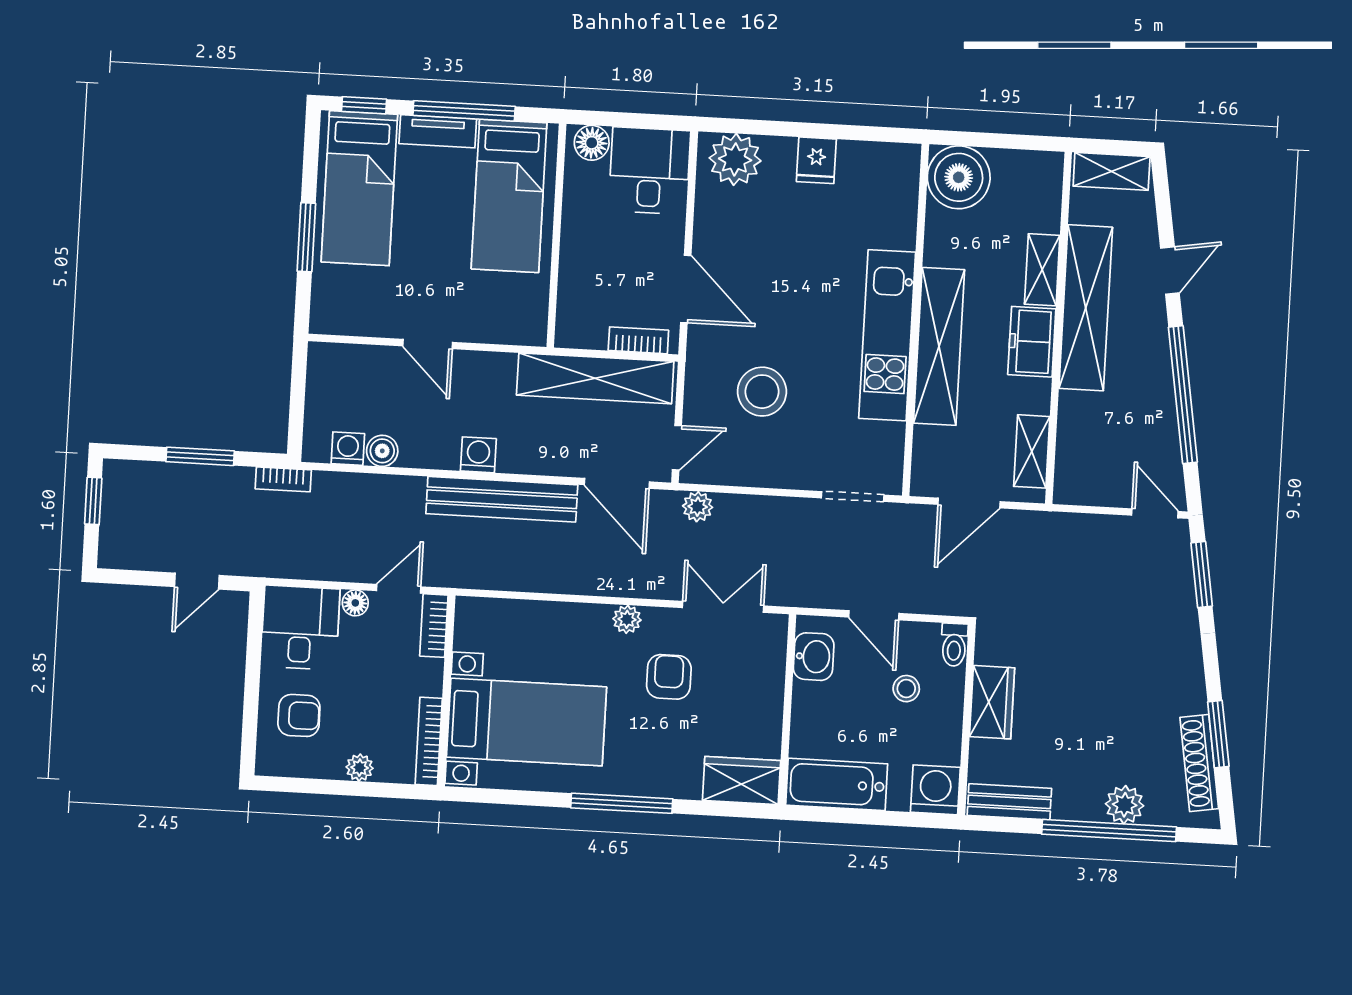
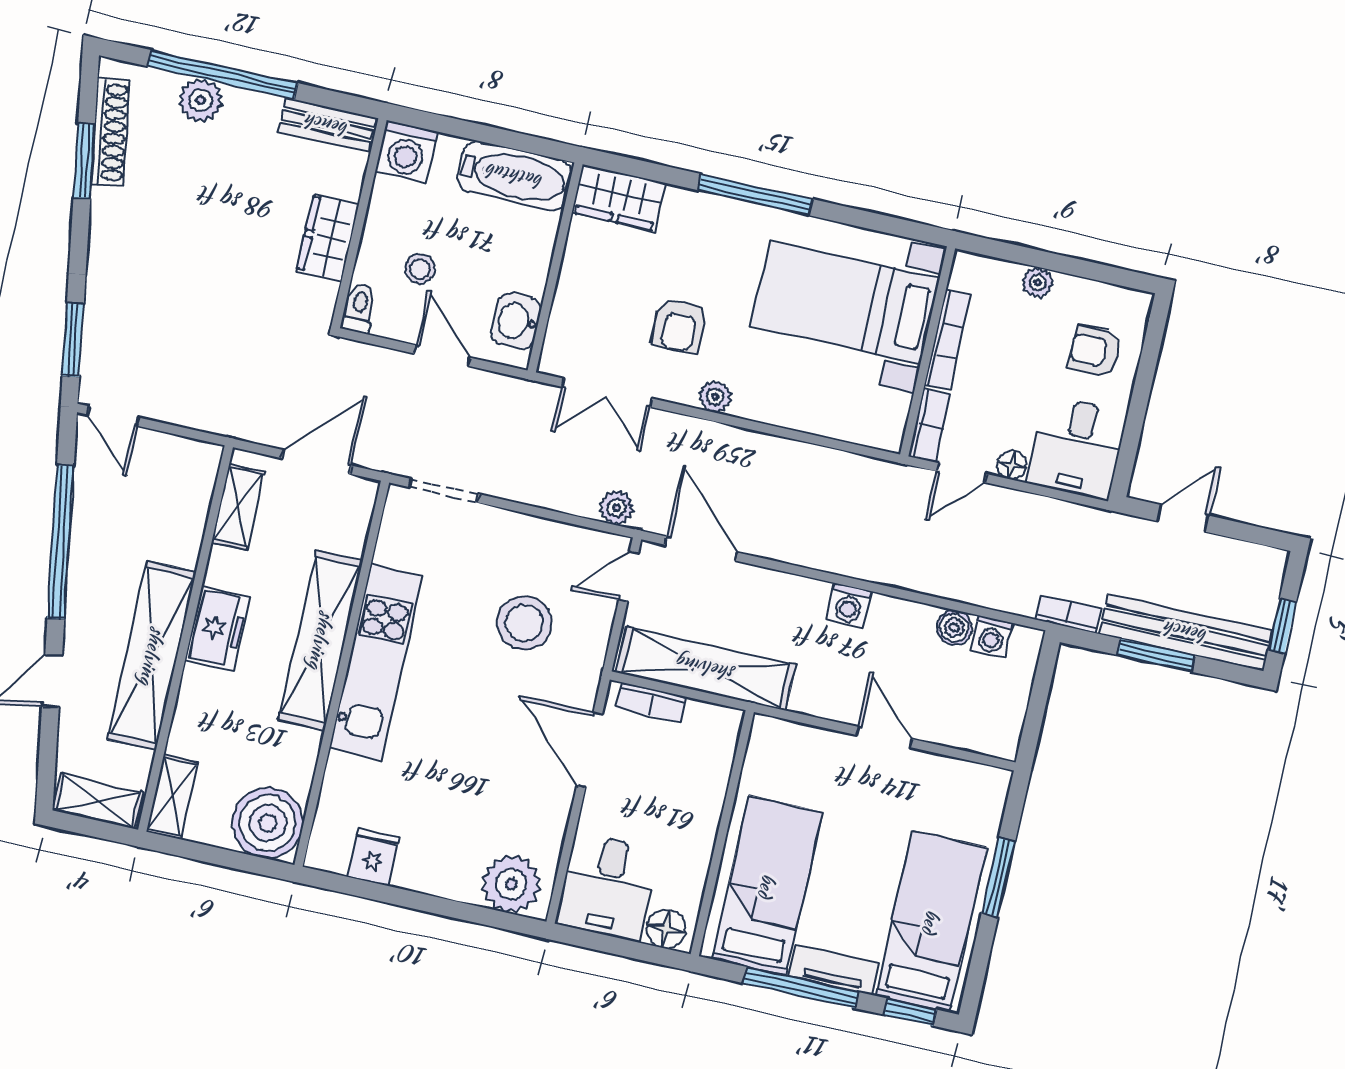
fridge: (816, 160) -> (374, 857), moved
shelving: (1042, 270) -> (172, 797), moved
bench: (502, 499) -> (1186, 632), moved
bookcase: (429, 741) -> (947, 340), moved

